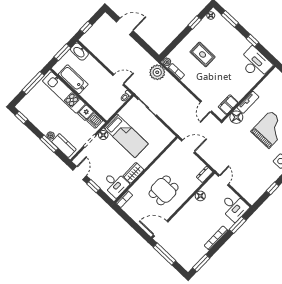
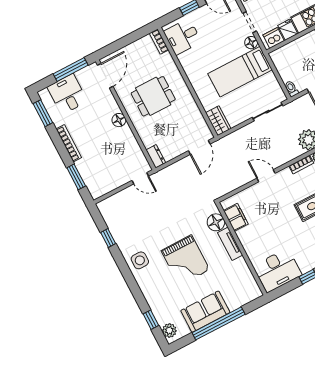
door: (206, 107) -> (266, 176), moved
wardrobe: (133, 173) -> (218, 121), moved
dining table: (164, 190) -> (153, 96), turned 90
floor lamp: (200, 196) -> (119, 120), moved
desk: (234, 207) -> (67, 94), moved, turned 90

